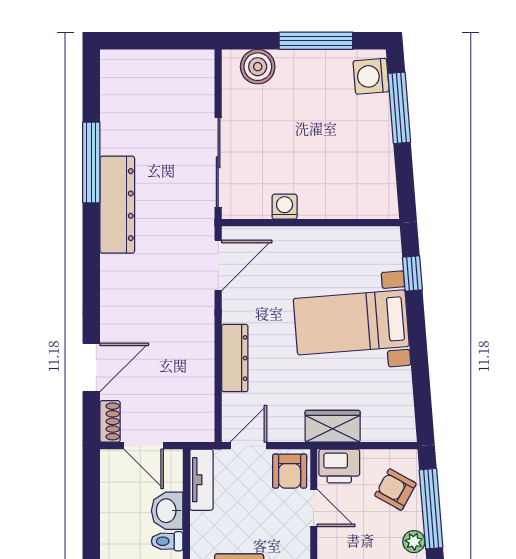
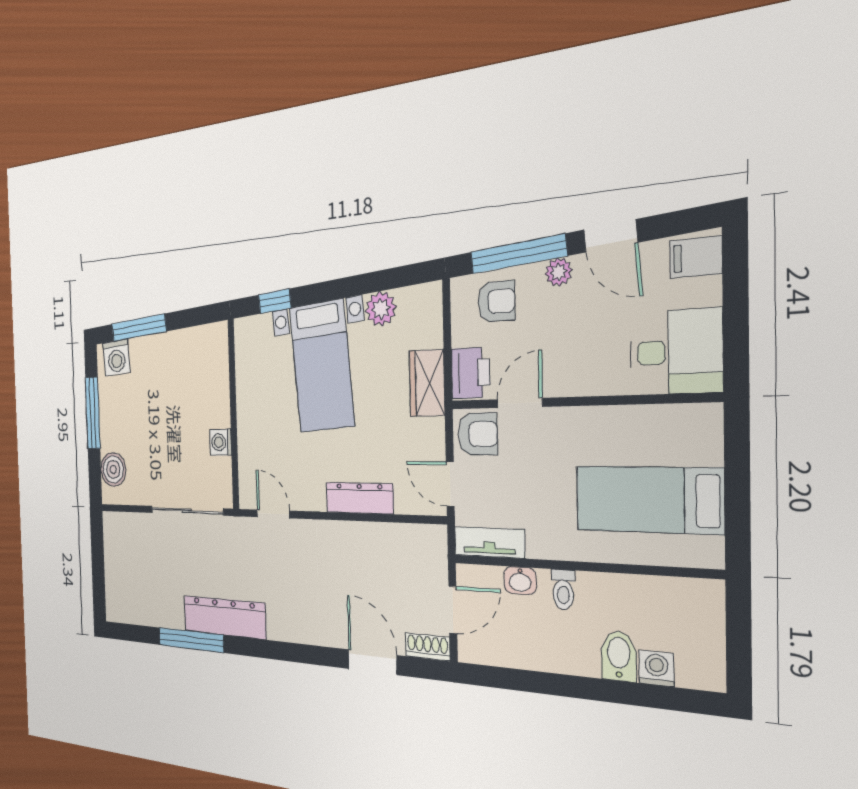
door: (218, 265) -> (273, 514), width x0.73
plant: (397, 384) -> (381, 309), added
armchair: (395, 490) -> (496, 301), turned -119
washbasin: (167, 511) -> (520, 580), width x0.72, depth x0.69

